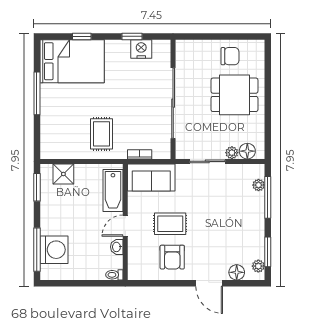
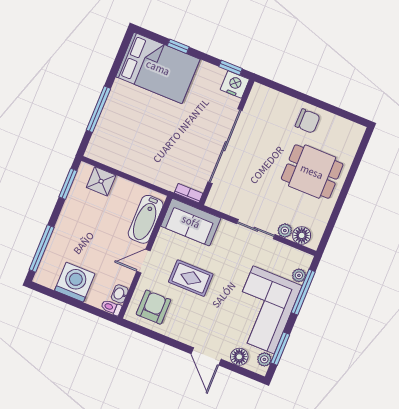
chair: (230, 56) -> (308, 121), moved
window: (37, 93) -> (98, 109), moved
wall: (173, 99) -> (227, 142), moved
sliding door: (173, 103) -> (225, 146), moved
rug: (101, 134) -> (158, 156), removed
corner sofa: (241, 225) -> (264, 310), added
washbasin: (117, 247) -> (120, 294), moved
washing machine: (54, 250) -> (75, 282), moved, turned -90
armchair: (172, 257) -> (153, 307), moved, turned 180

